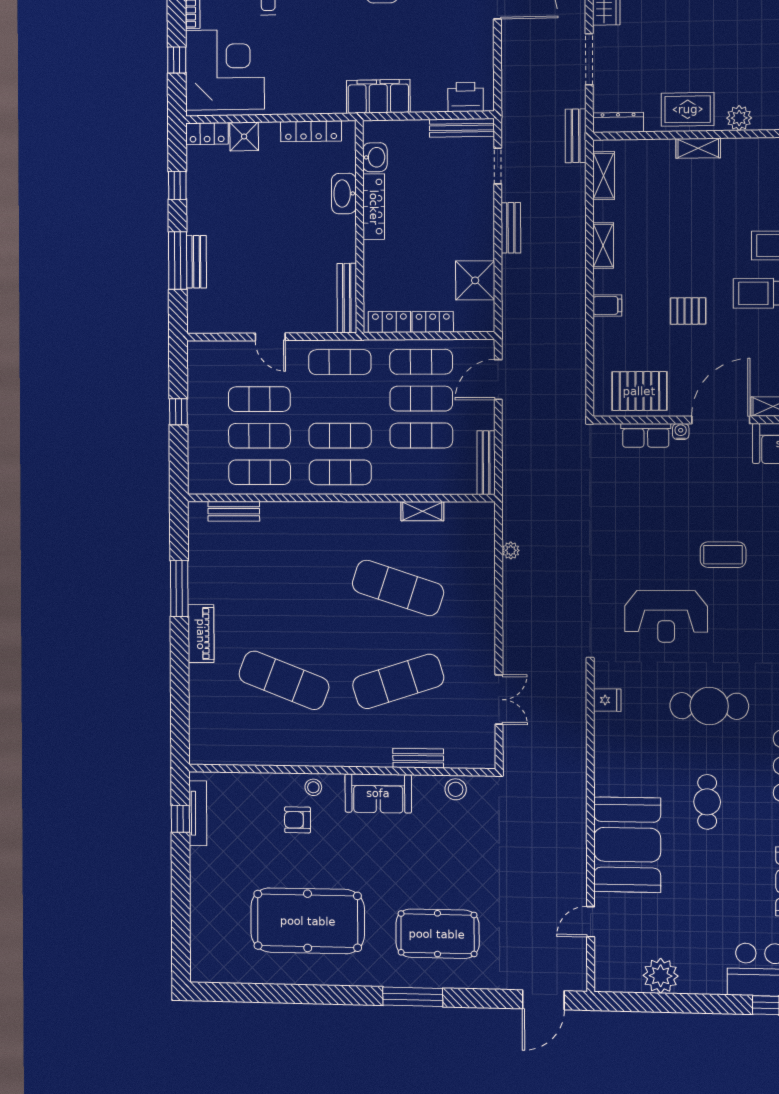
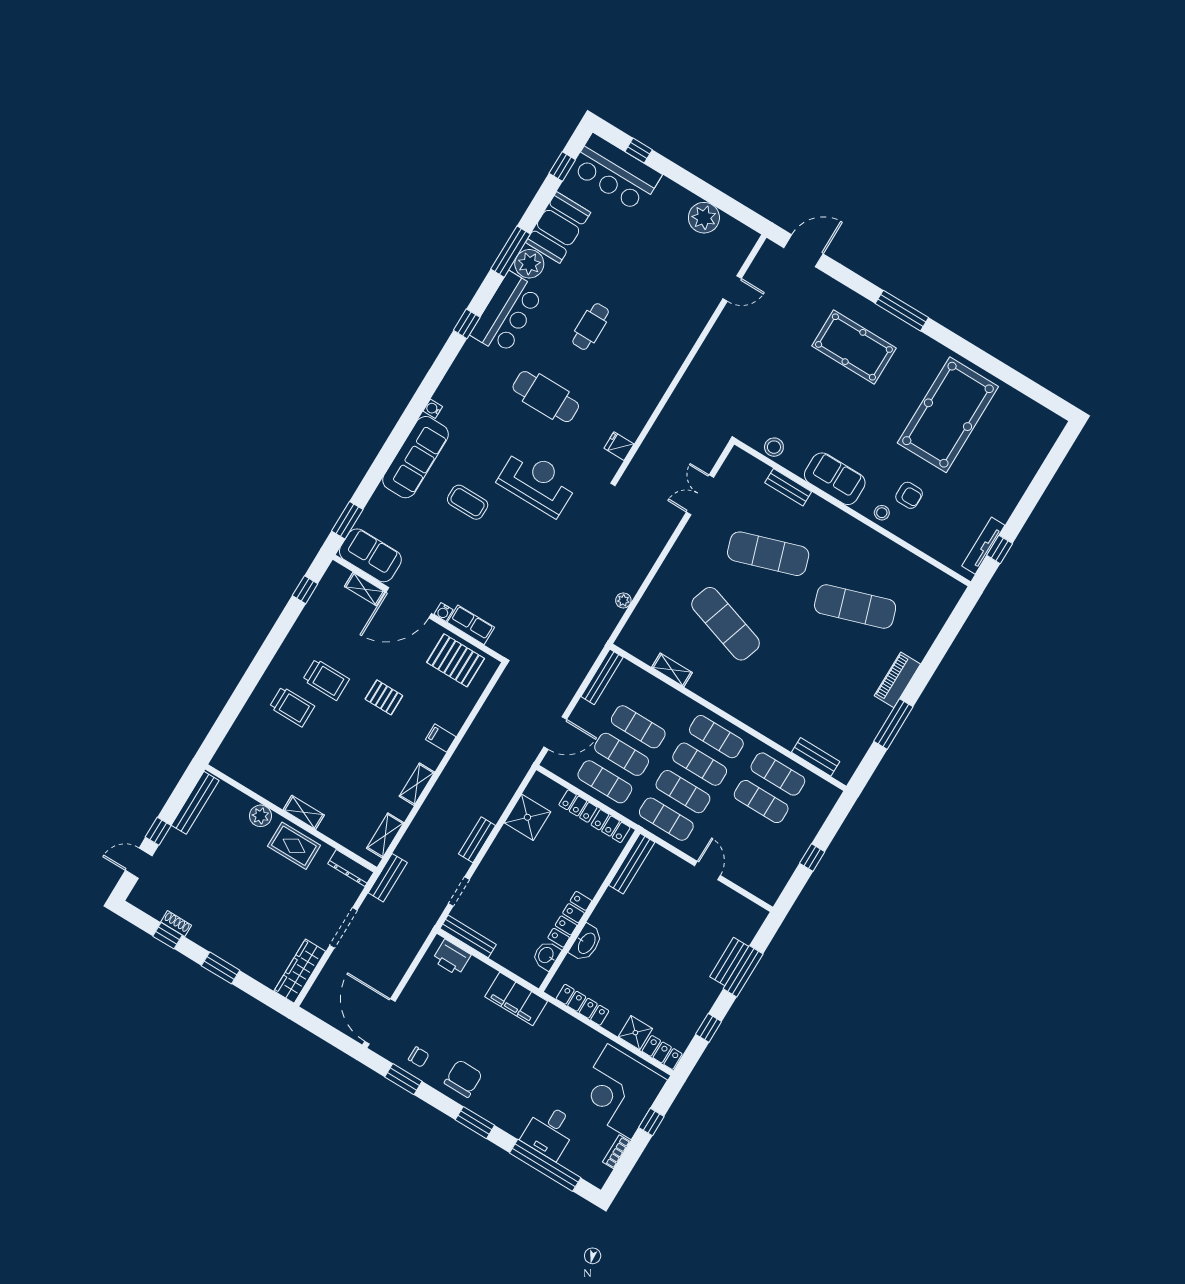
exercise mat: (259, 399) -> (683, 792), moved
exercise mat: (284, 680) -> (855, 607), turned -39
booth: (627, 845) -> (670, 330), removed
pool table: (308, 921) -> (948, 415), turned 90

